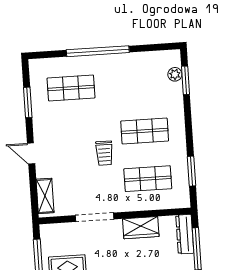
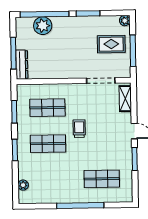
window: (186, 80) -> (15, 150), moved
window: (28, 102) -> (135, 159), moved
doorway: (95, 217) -> (101, 81), moved
wardrobe: (141, 228) -> (55, 71), removed

